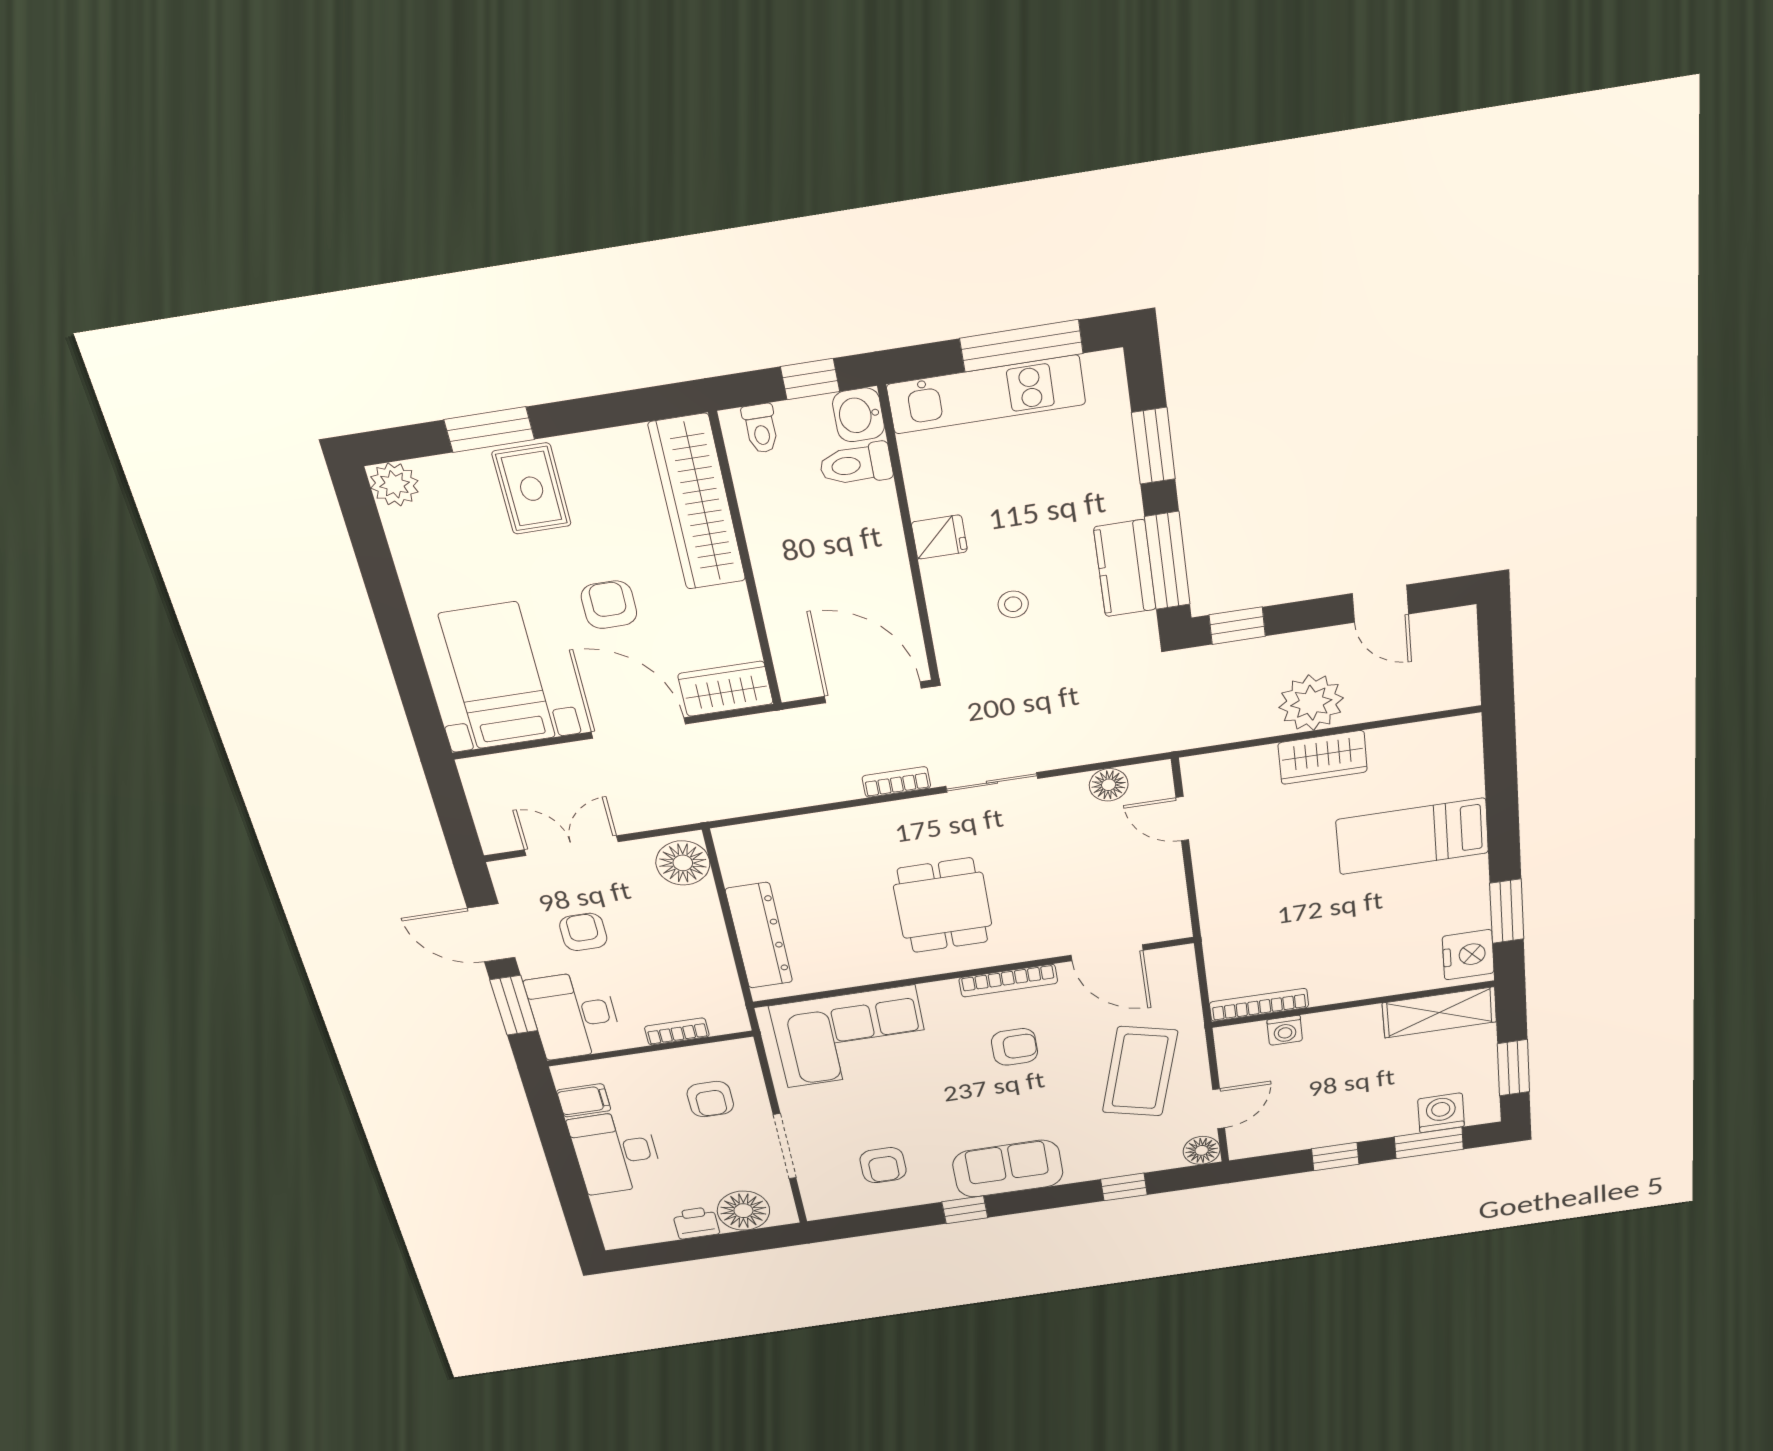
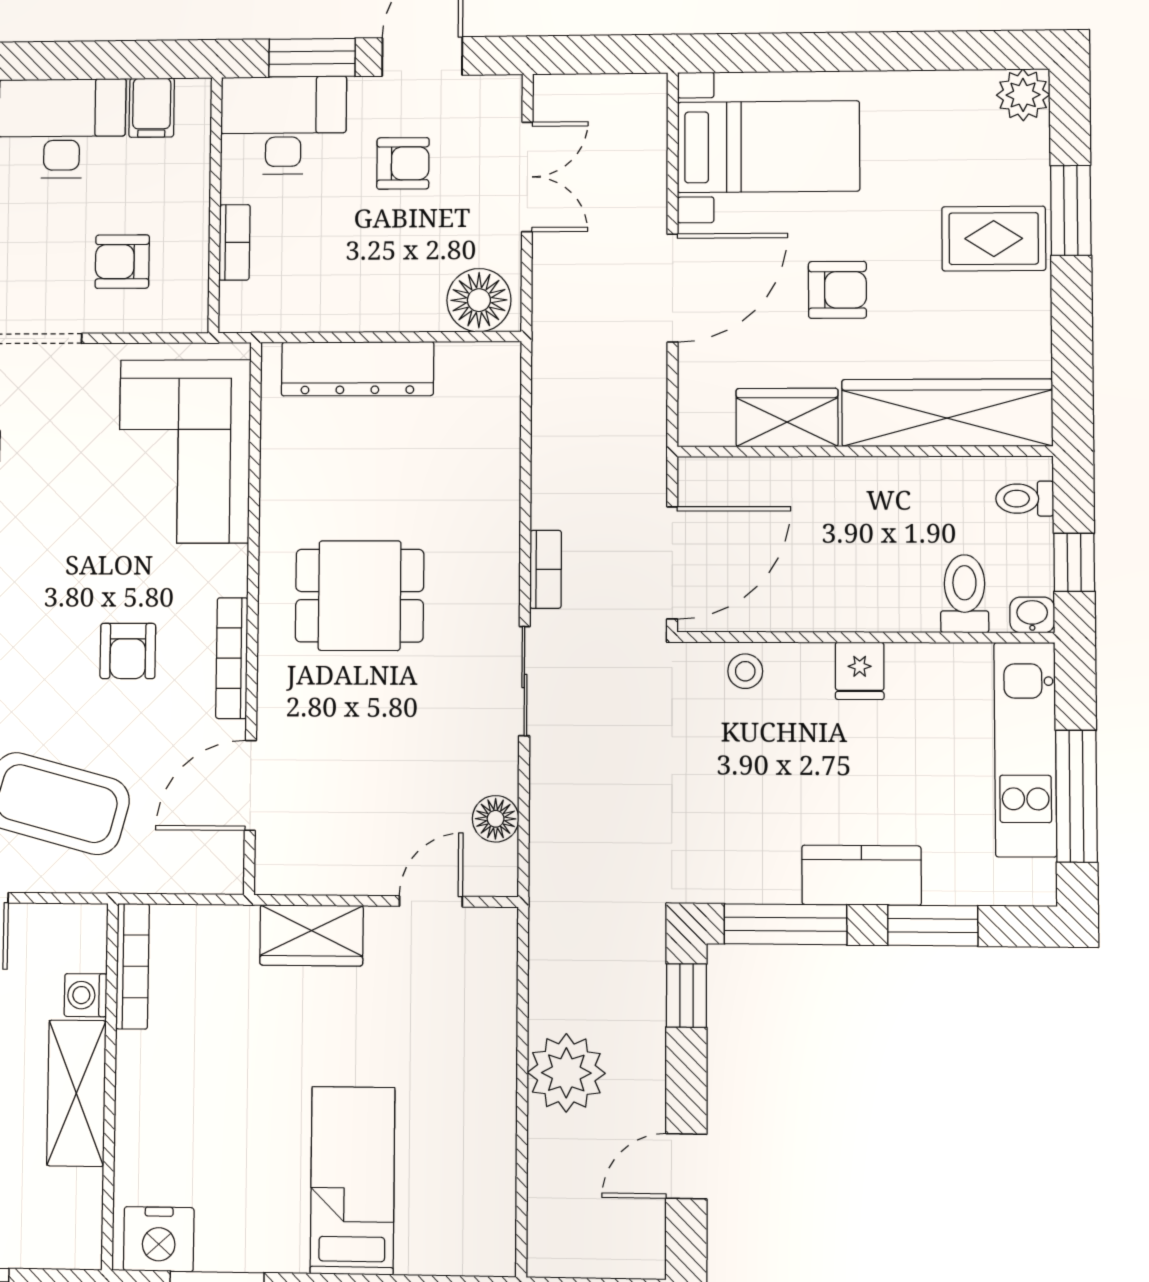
washbasin: (859, 415) -> (1032, 615), width x0.72, depth x0.69
kitchen counter: (1125, 568) -> (861, 875), moved
stool: (1013, 604) -> (745, 671), moved
wardrobe: (726, 689) -> (787, 417), moved, turned -90
wardrobe: (1323, 757) -> (311, 935), moved, turned -90
shelving: (1439, 1012) -> (76, 1093), moved

